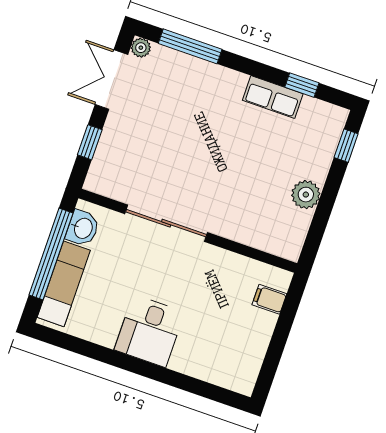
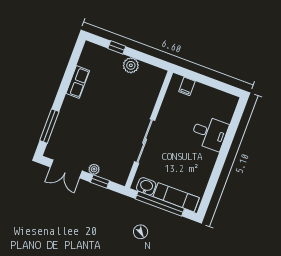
plant: (141, 48) -> (94, 169), moved
window: (302, 85) -> (72, 66), removed
window: (346, 146) -> (117, 47), moved
desk: (149, 331) -> (210, 133), moved

